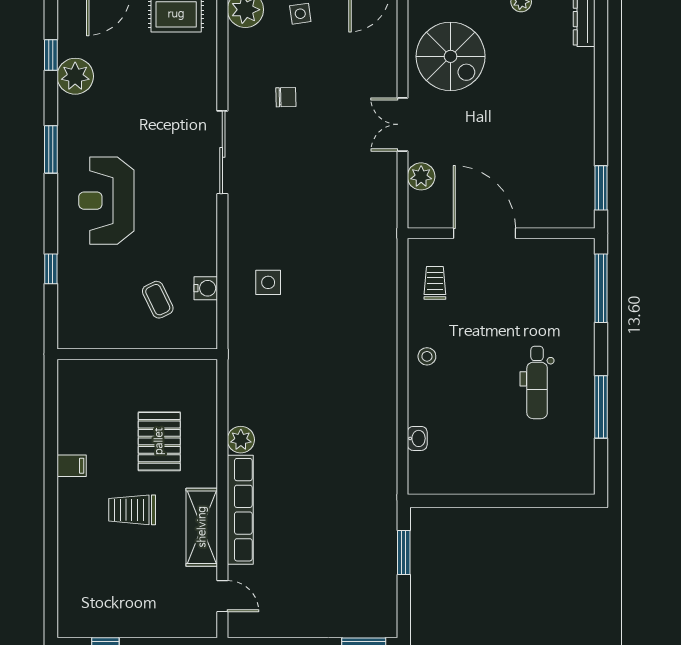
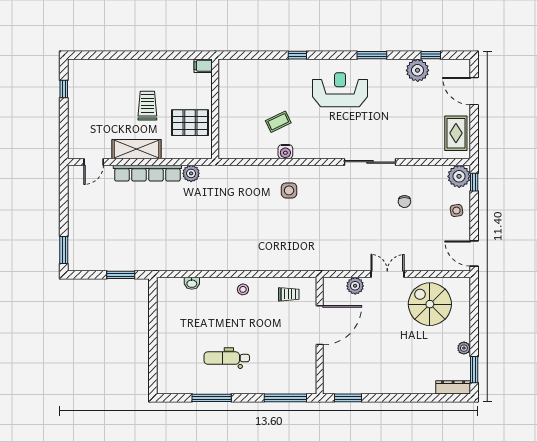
spiral stairs: (451, 56) -> (430, 304), turned 90
wall: (137, 354) -> (215, 109), moved
filing cabinet: (72, 466) -> (203, 66), moved, turned 90

